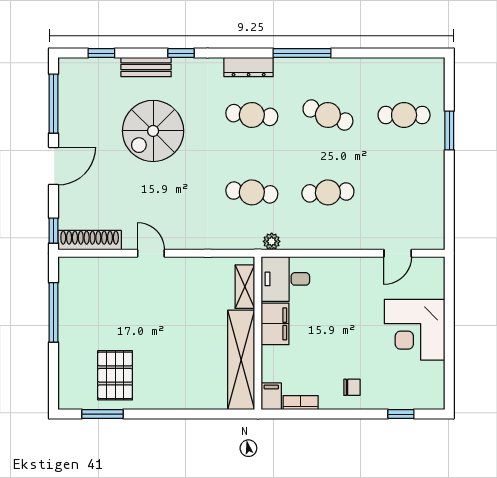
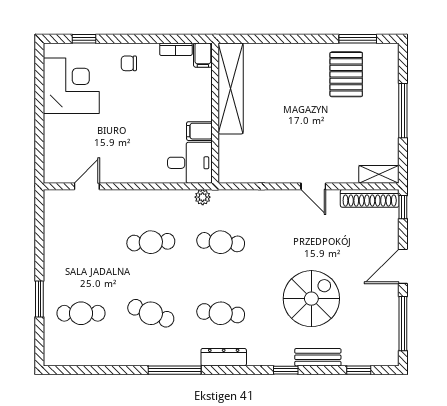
shelving: (245, 287) -> (379, 174), moved, turned 90
window: (53, 312) -> (403, 111), moved
filing cabinet: (275, 324) -> (199, 131), width x0.50
corner desk: (415, 330) -> (71, 86), moved

